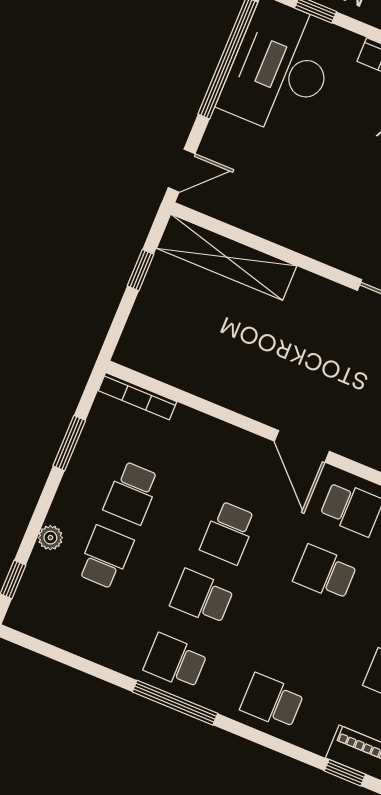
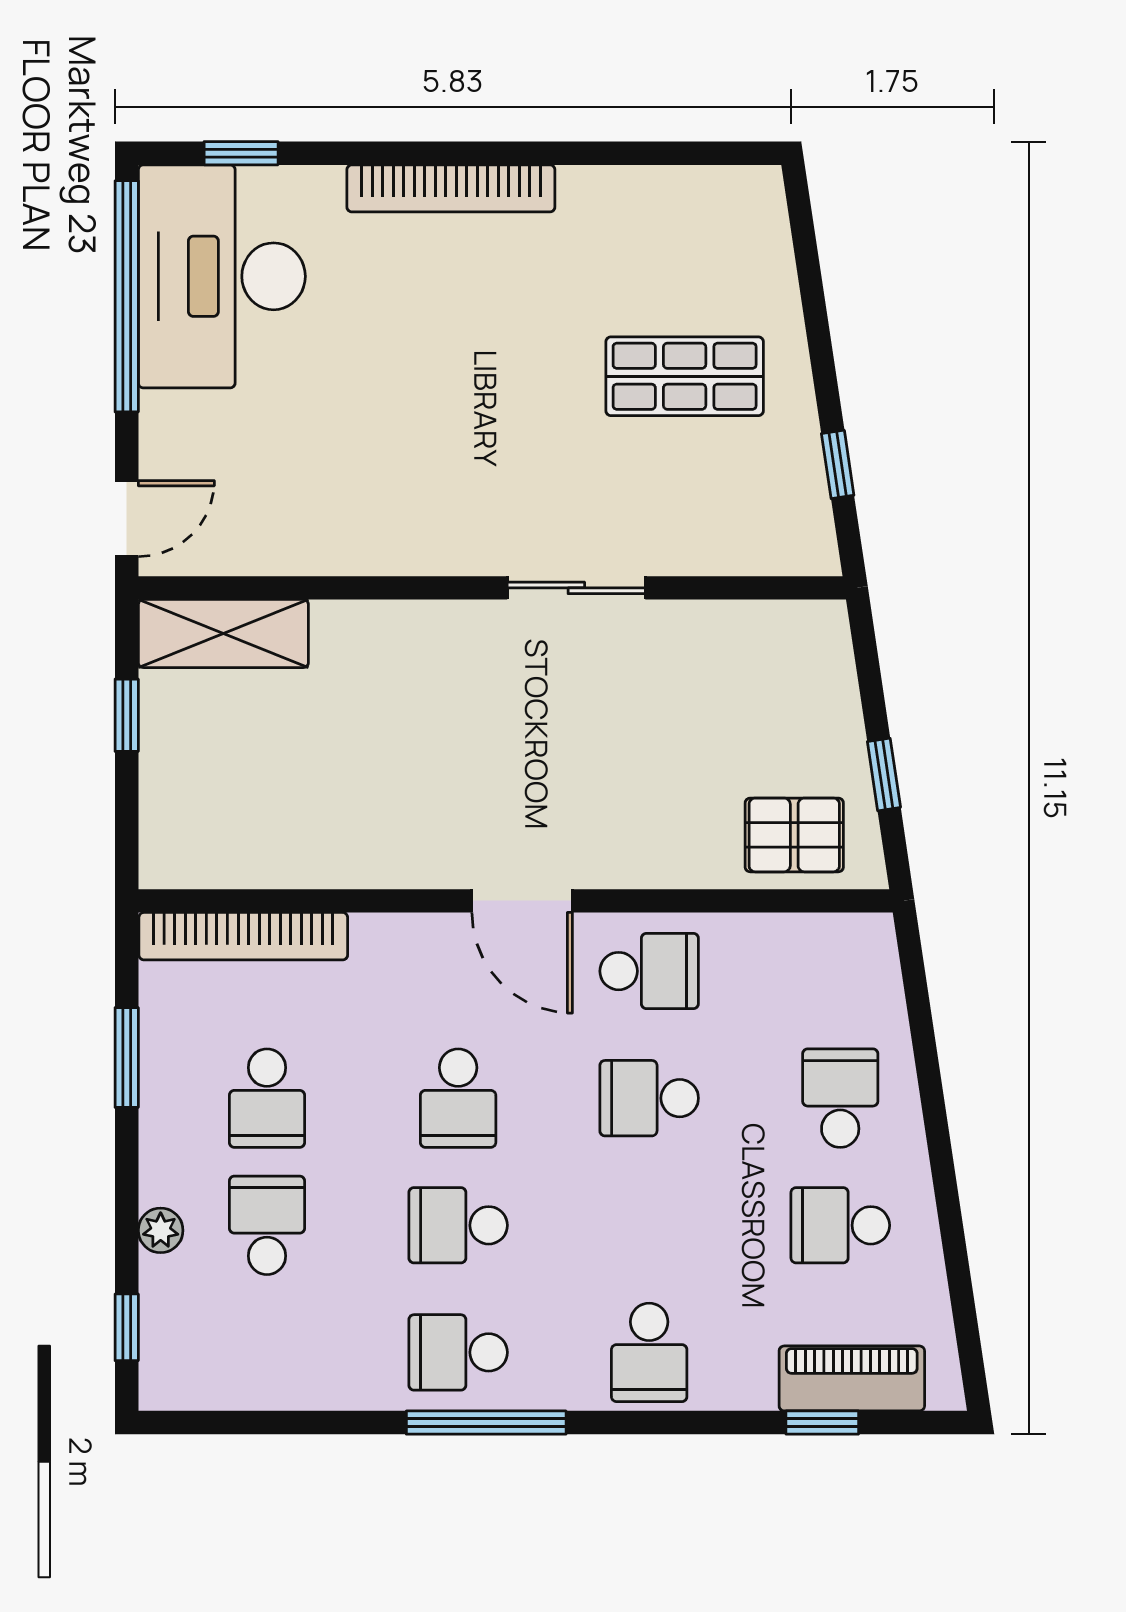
shelving: (227, 257) -> (223, 634), width x0.68
bookcase: (138, 396) -> (243, 936), width x1.48, depth x1.31
school desk: (272, 701) -> (649, 1352), turned -90

